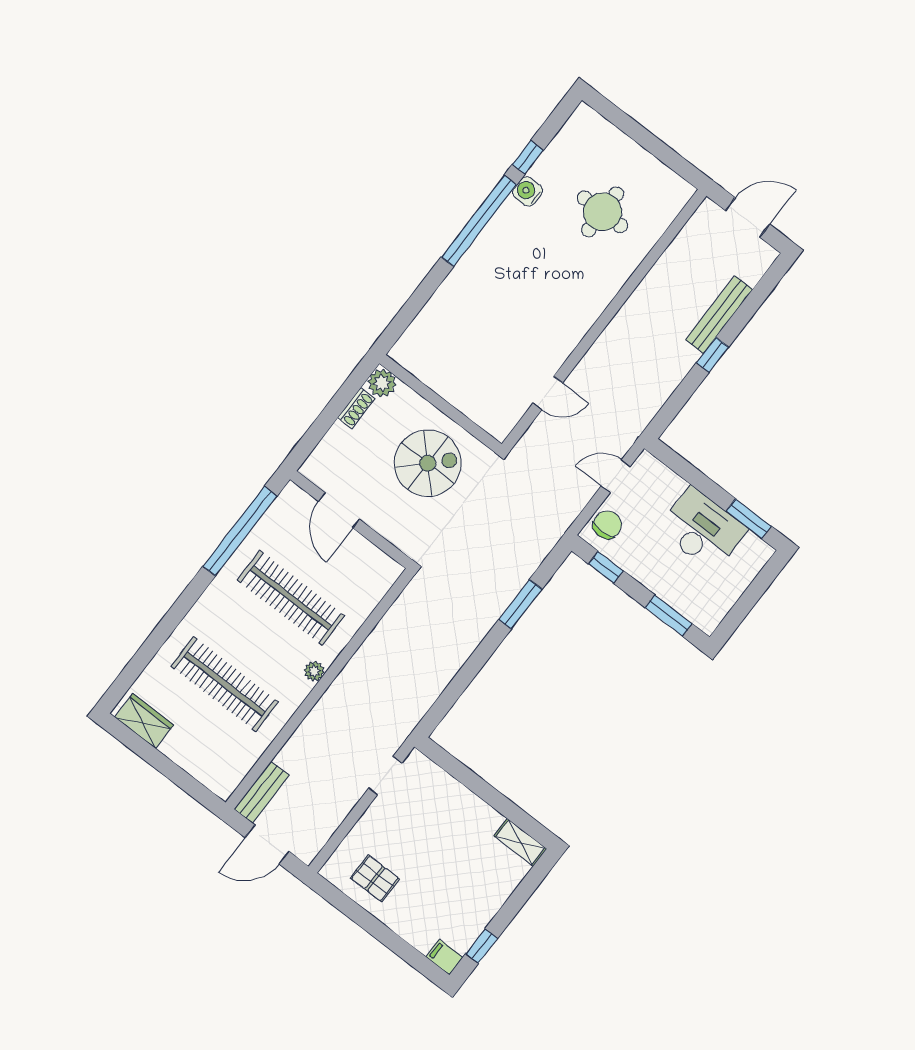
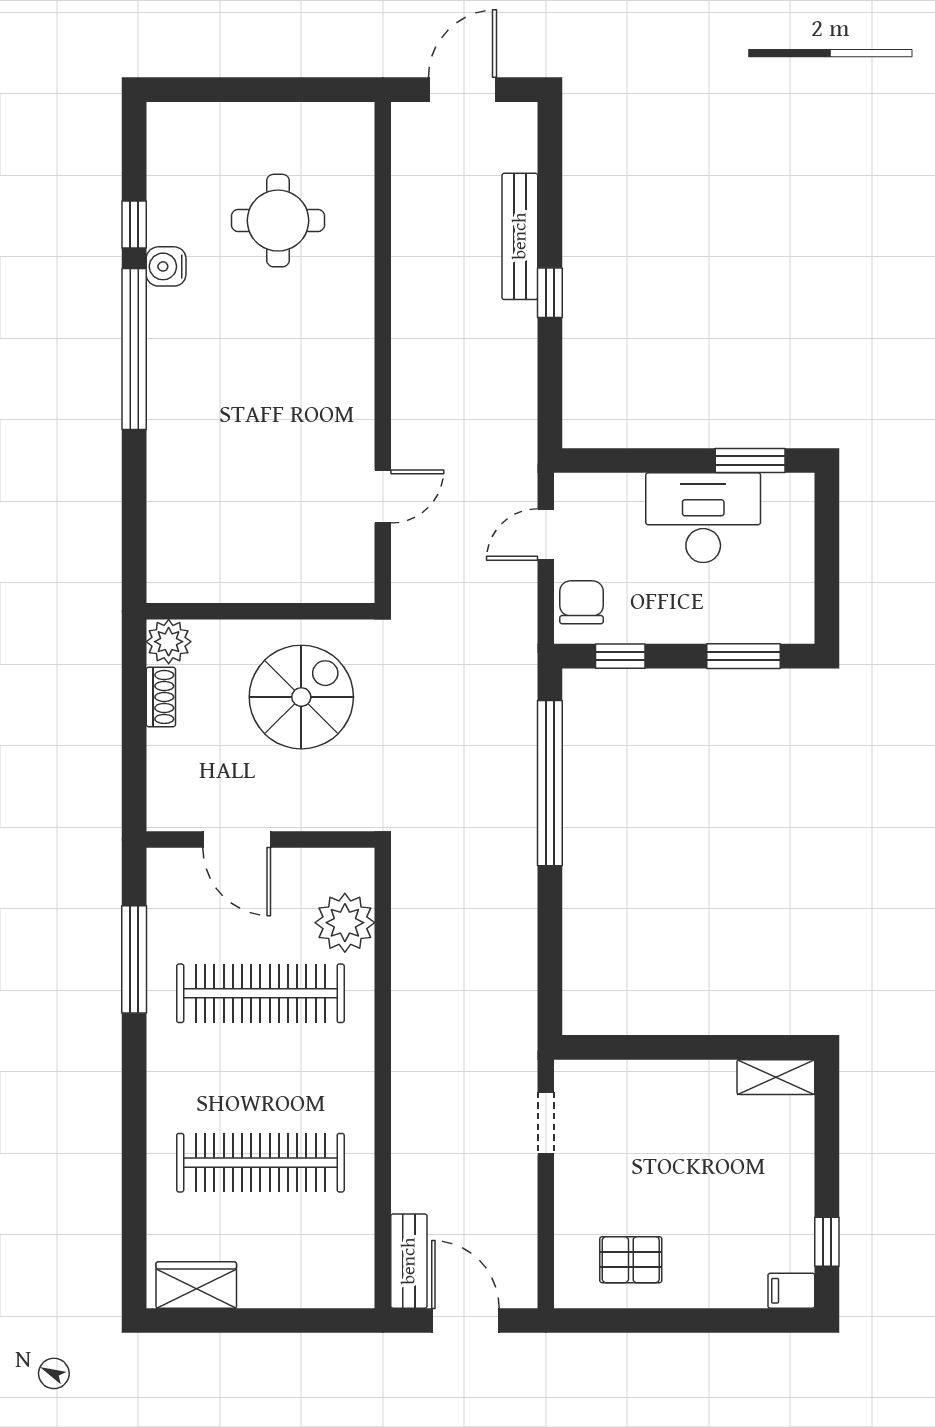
window: (240, 531) -> (134, 959), width x0.68
window: (520, 604) -> (550, 783), width x2.11
plant: (314, 671) -> (345, 923), moved, width x1.88, depth x1.88
door: (267, 845) -> (465, 1320), swing flipped

